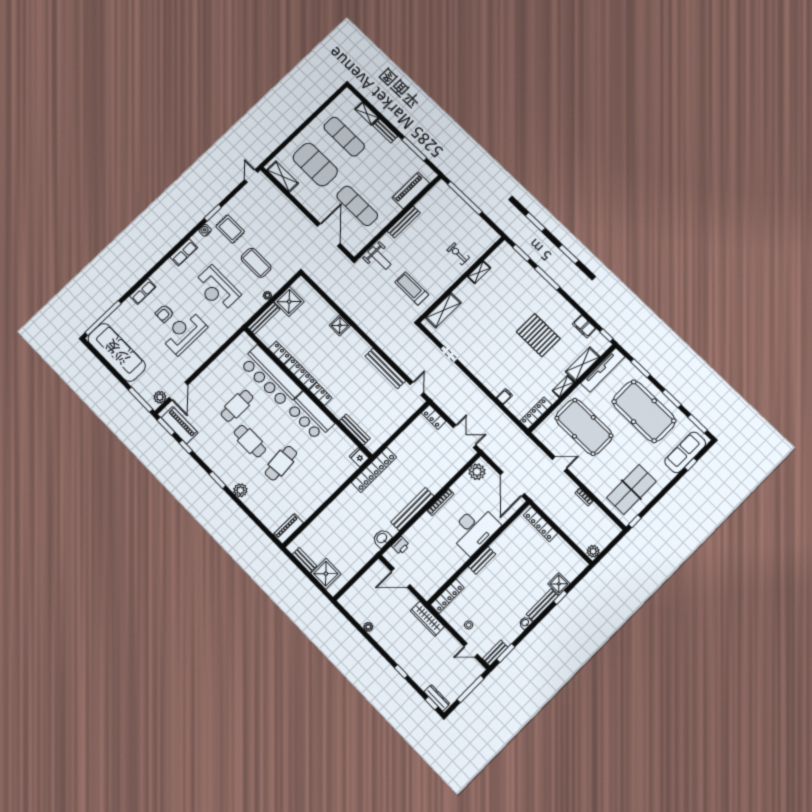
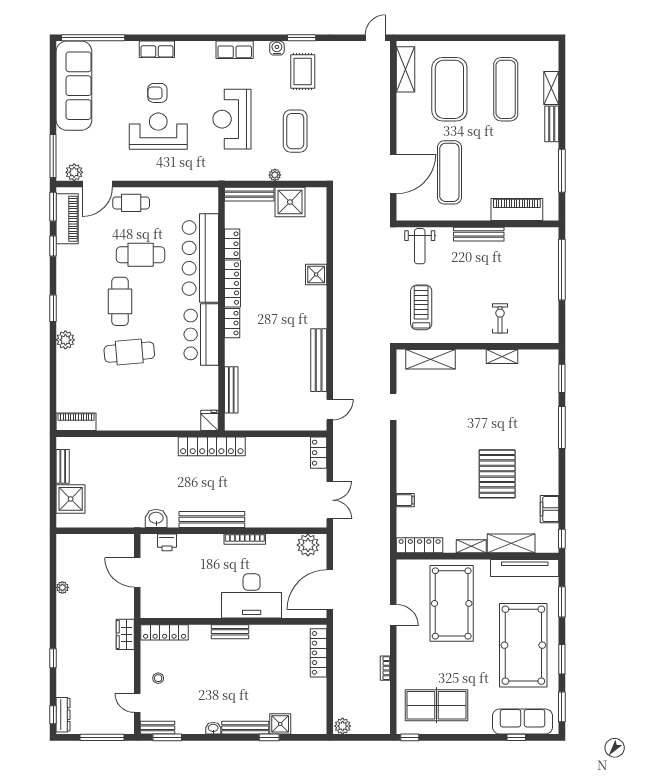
cafe table: (206, 384) -> (131, 203), added
wardrobe: (427, 619) -> (125, 634), width x0.67

